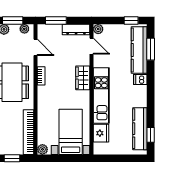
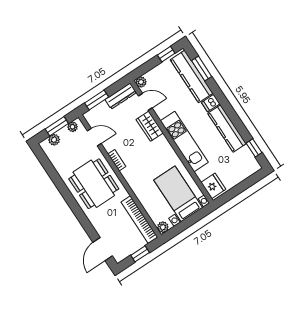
wardrobe: (83, 78) -> (150, 126), moved
kitchen counter: (140, 129) -> (227, 128), moved
fridge: (101, 133) -> (213, 186), moved

